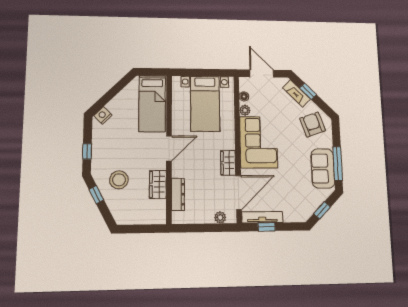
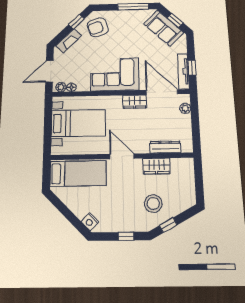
window: (308, 91) -> (76, 22), moved
plant: (245, 110) -> (61, 87), moved
sofa: (323, 169) -> (164, 28), moved, turned 45

